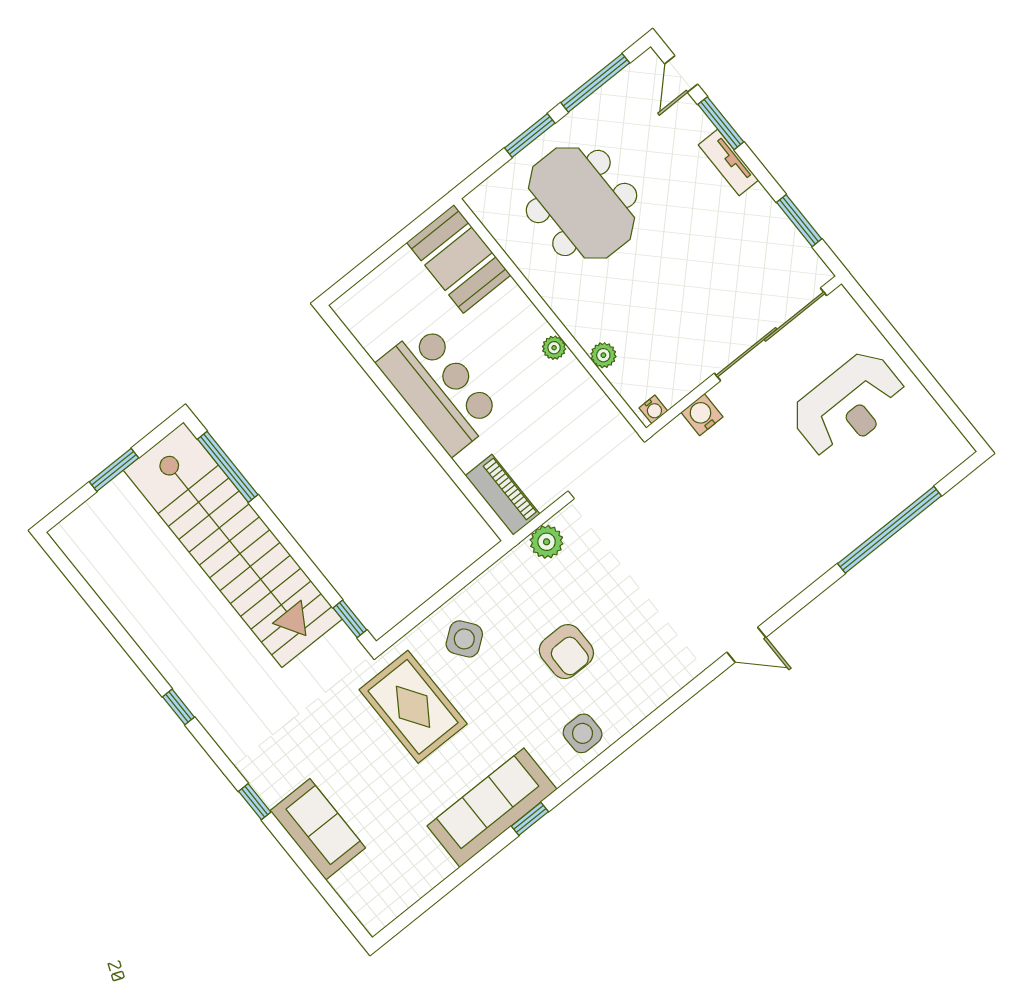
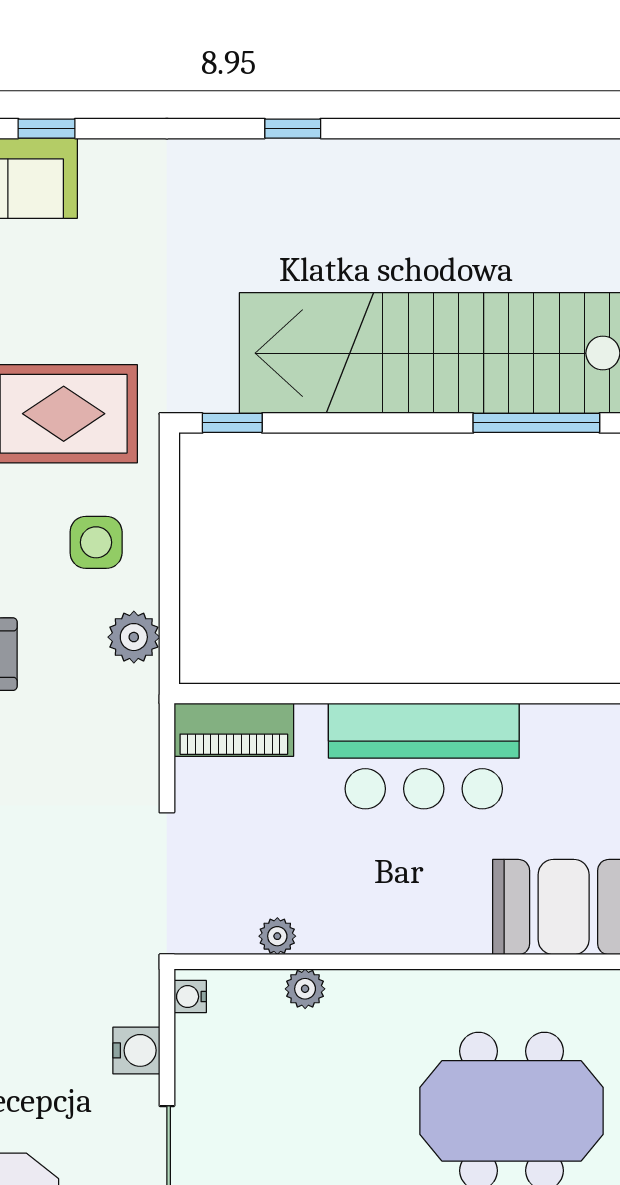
plant: (554, 348) -> (277, 936), moved
plant: (547, 542) -> (134, 637), moved
side table: (464, 639) -> (96, 542), turned 37
window: (255, 802) -> (47, 129), moved

